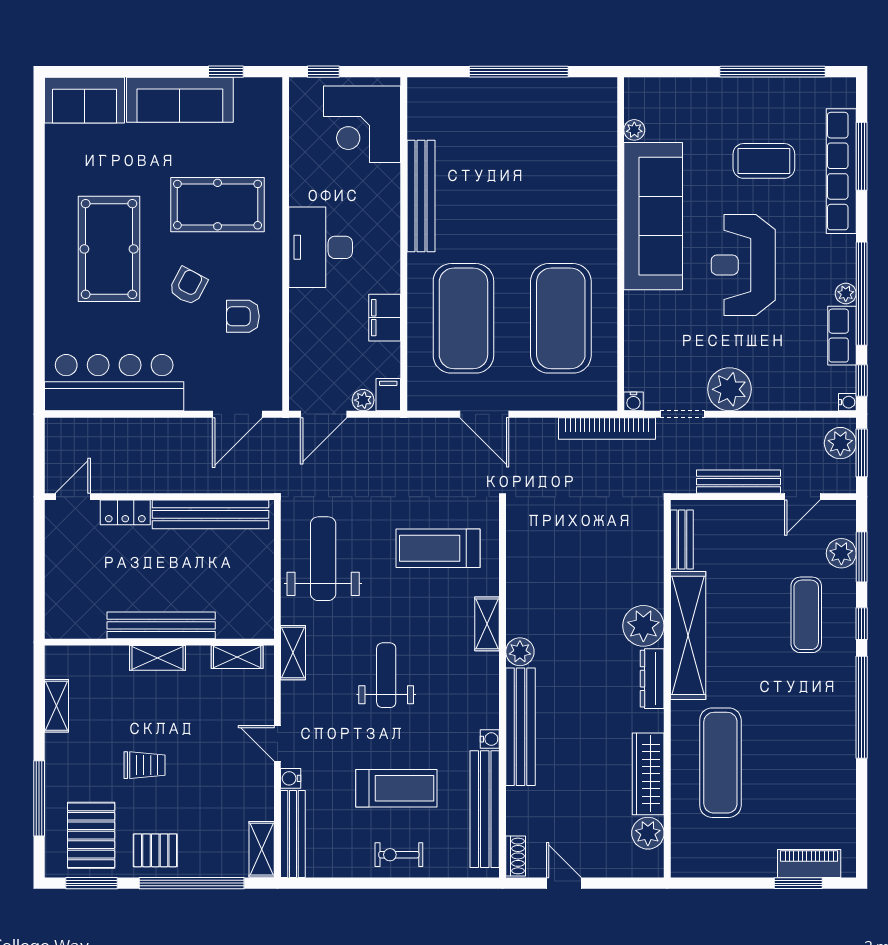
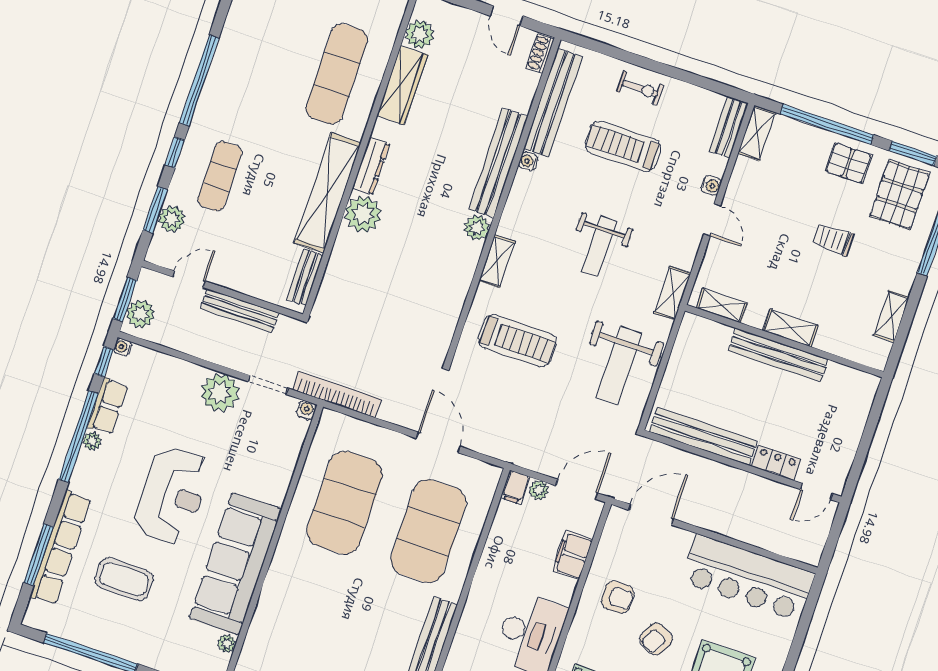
filing cabinet: (385, 318) -> (573, 555), moved, turned 180
bench: (293, 834) -> (729, 127), width x0.73

